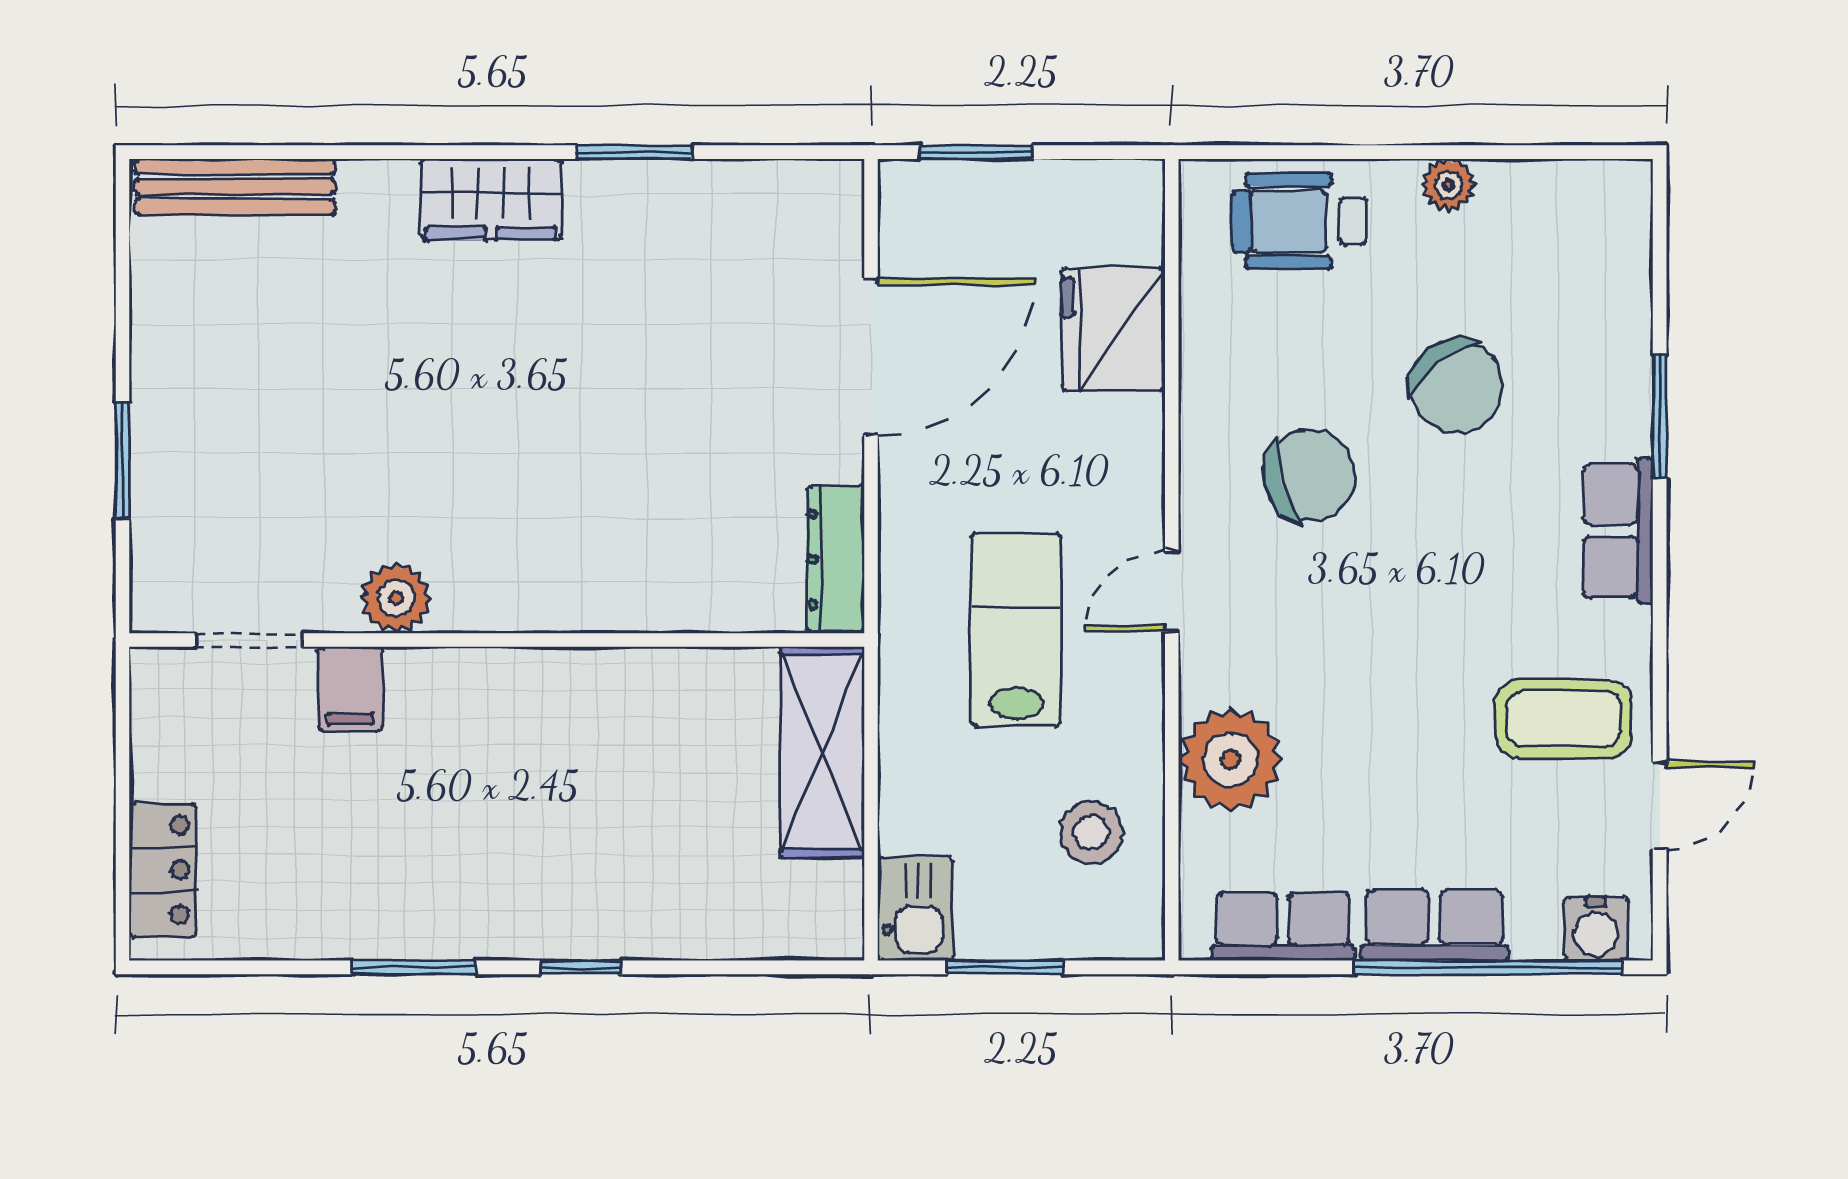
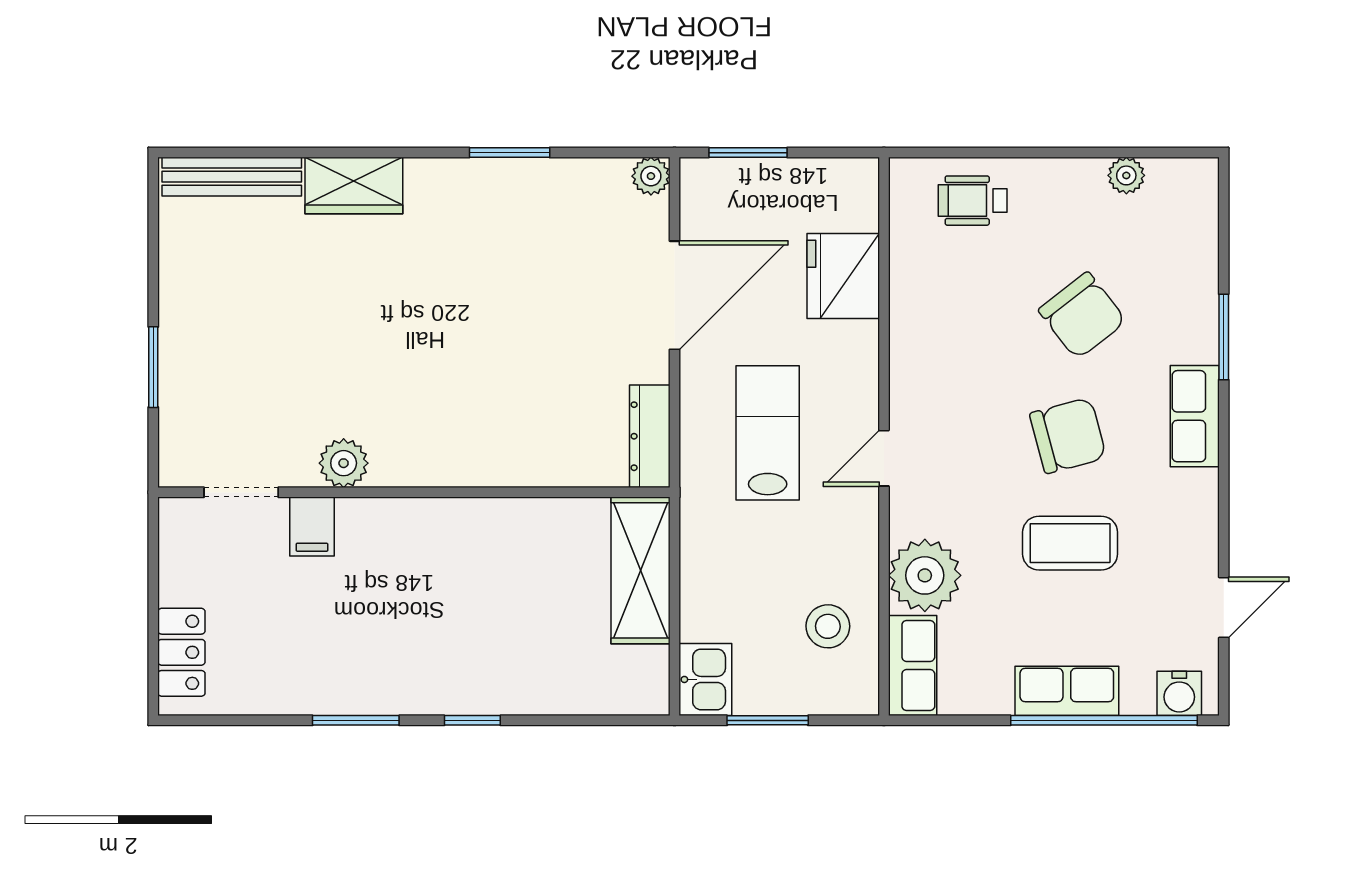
plant: (1448, 185) -> (1126, 175), moved
plant: (837, 186) -> (651, 176), added
wardrobe: (491, 199) -> (354, 186), moved
wheelchair: (1299, 221) -> (973, 201), width x0.73, depth x0.73
chair: (1309, 475) -> (1068, 436), moved
lab bench: (1016, 630) -> (768, 433), moved
coffee table: (1564, 719) -> (1070, 543), moved
row of seats: (1283, 926) -> (913, 665), moved, turned 90

